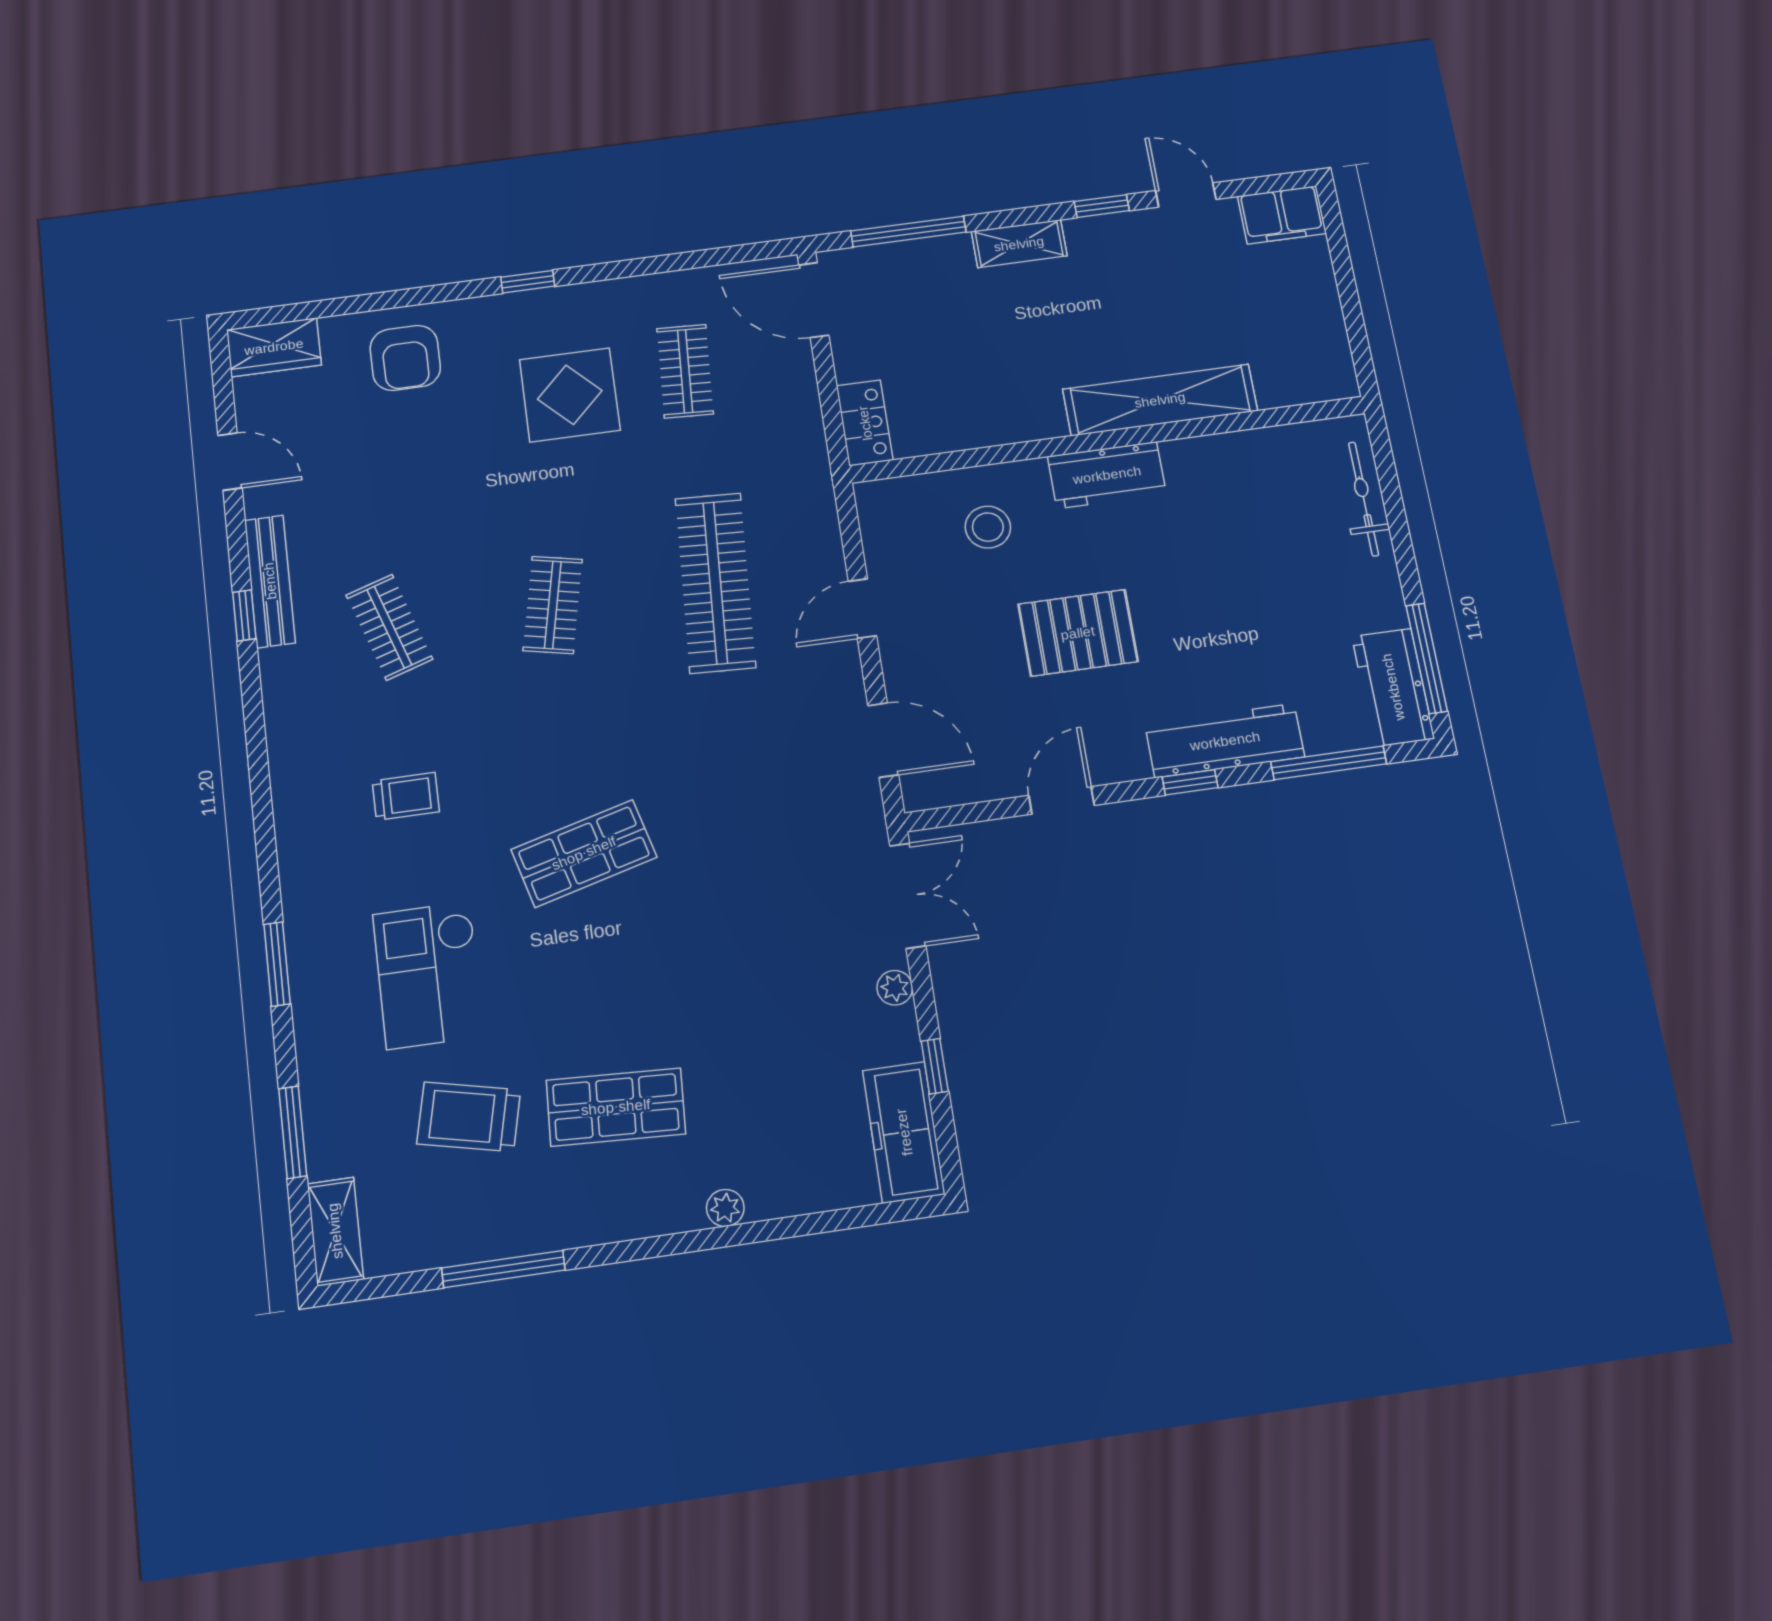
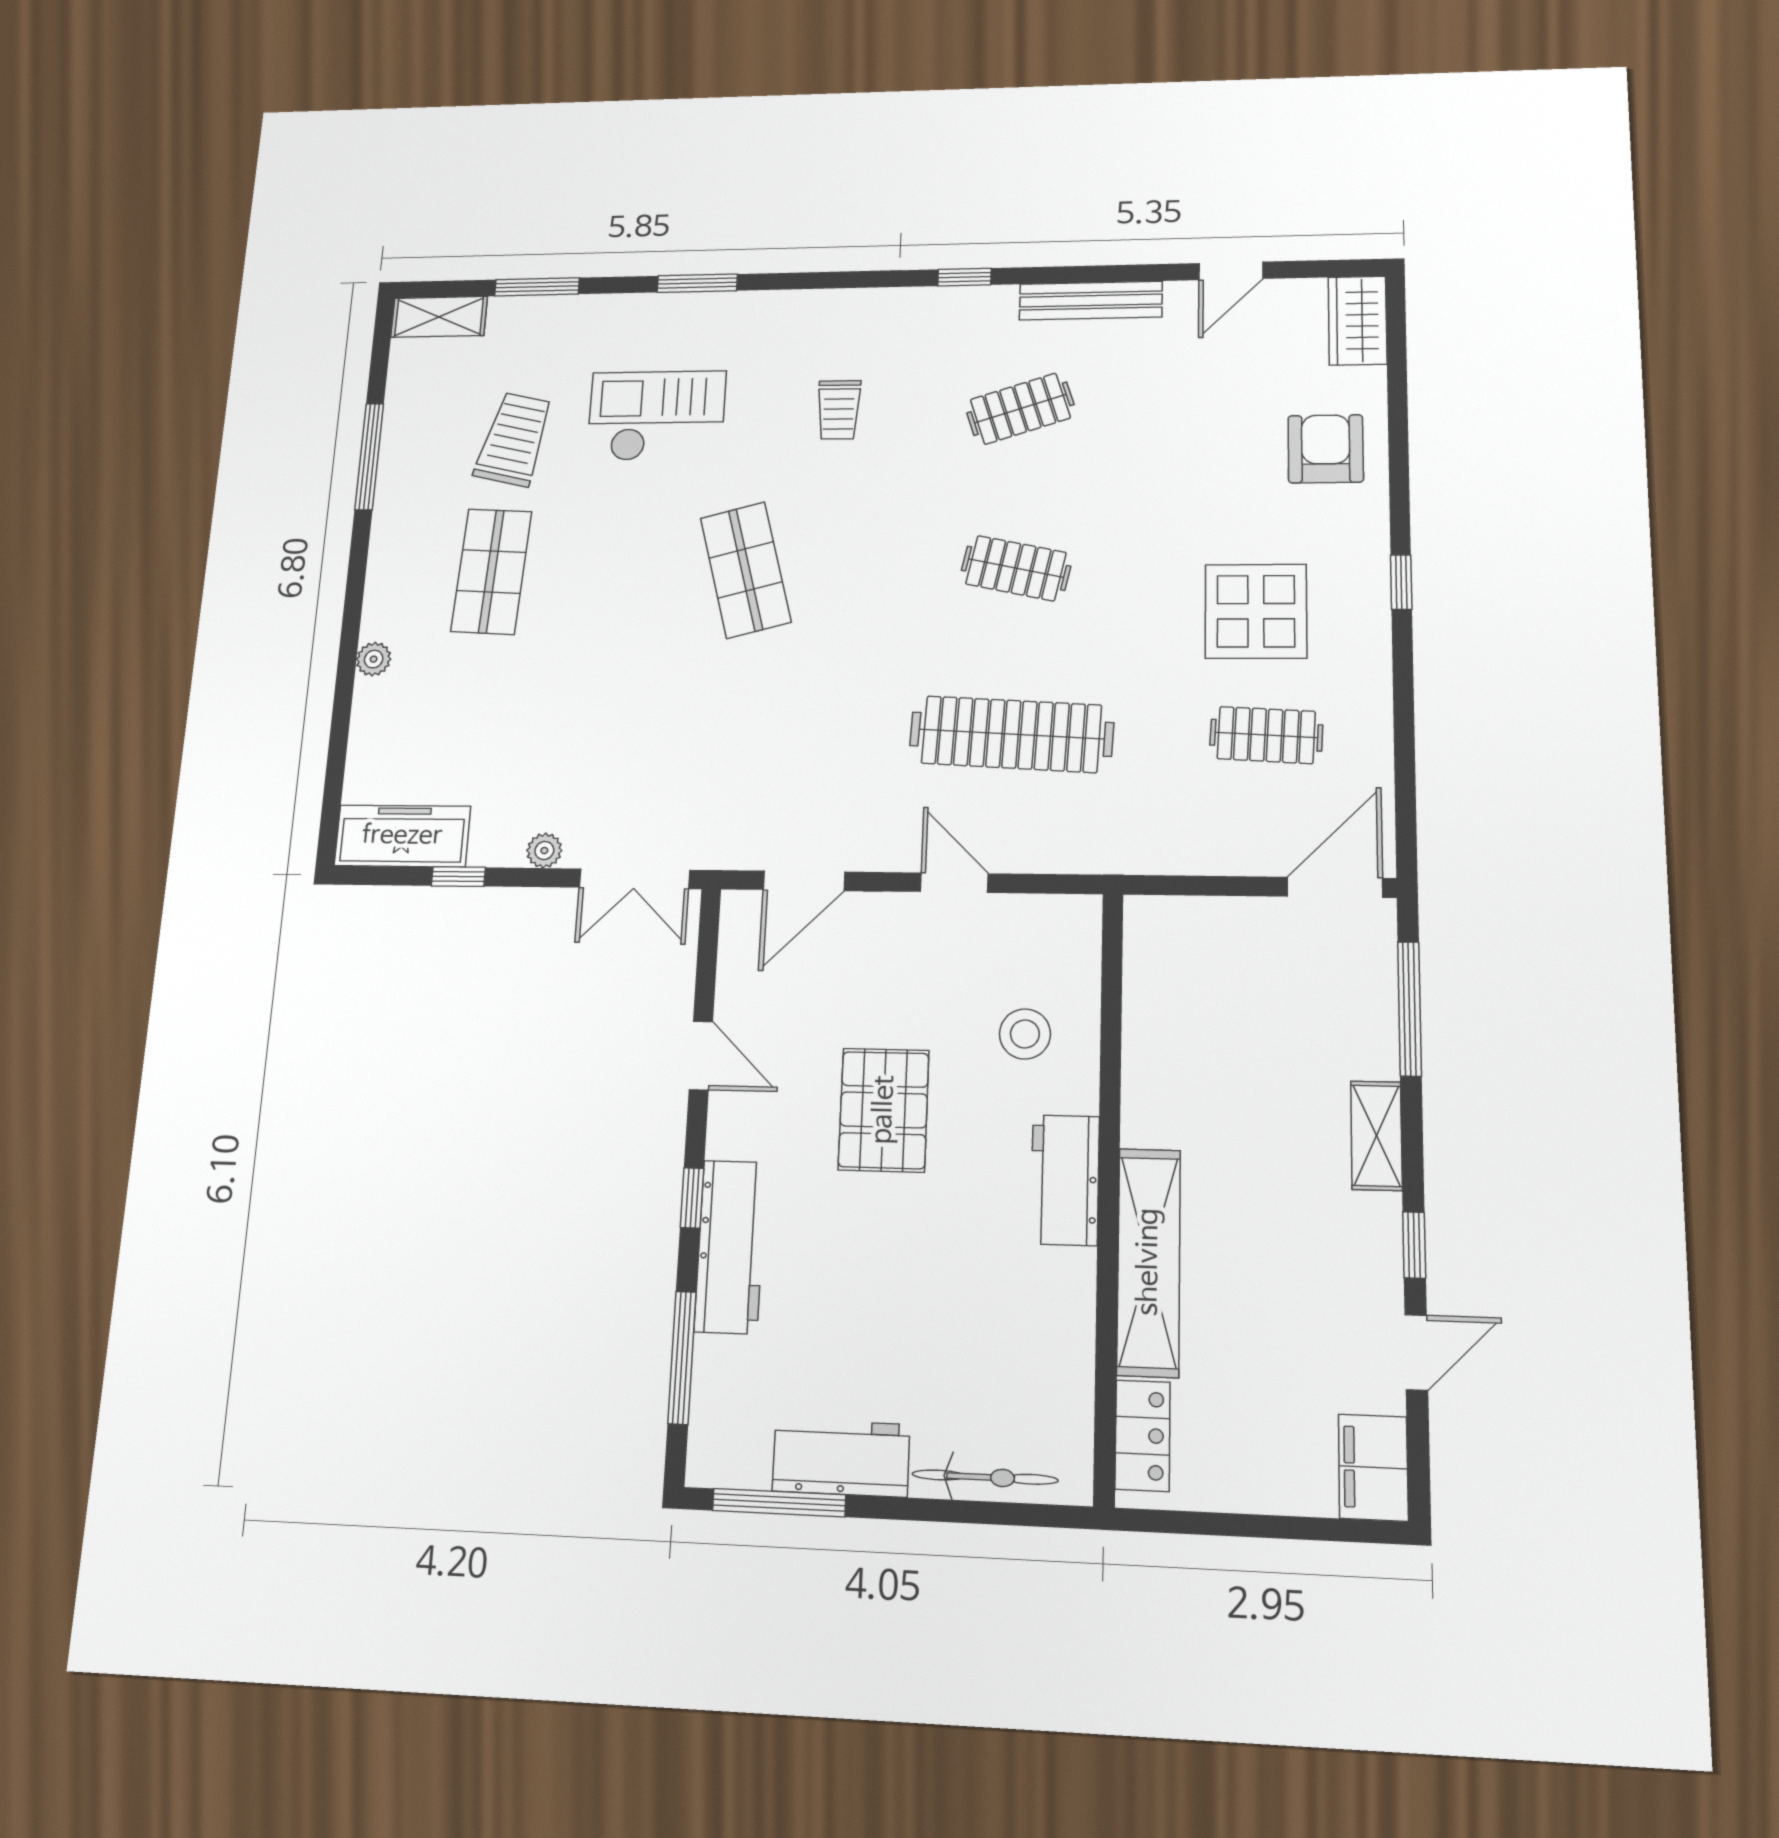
armchair: (405, 358) -> (1326, 449), turned 90
locker: (865, 423) -> (1143, 1436), moved, turned -90
window: (244, 615) -> (964, 277), moved
workbench: (1393, 687) -> (841, 1458), moved

